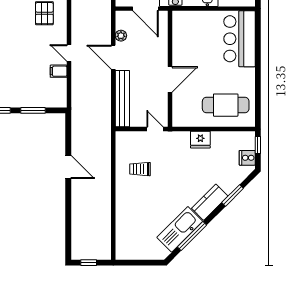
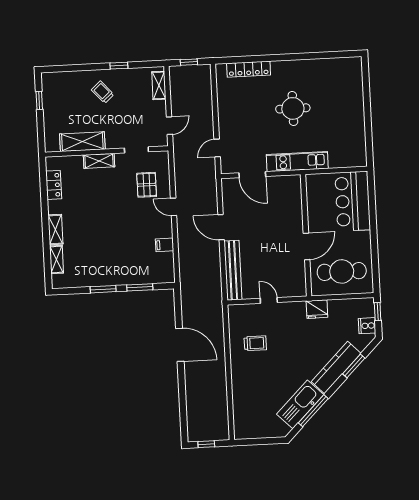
plant: (121, 36) -> (228, 204), removed
door: (69, 53) -> (174, 207), moved
wall: (170, 69) -> (306, 235), moved
door: (170, 79) -> (307, 246), moved
door: (68, 167) -> (180, 345), width x1.36
trolley: (140, 169) -> (255, 343), turned 180
kitchen counter: (210, 202) -> (336, 367), width x1.50

